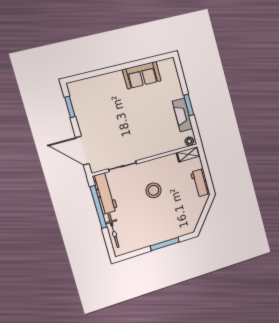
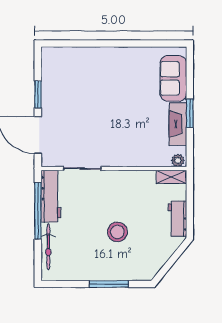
sofa: (142, 75) -> (173, 78), moved, turned 90
window: (70, 107) -> (38, 94), moved
stool: (153, 190) -> (117, 232), moved

